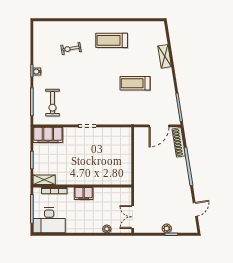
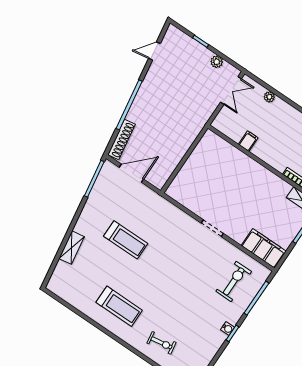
exercise bike: (71, 48) -> (161, 343), moved
filing cabinet: (84, 193) -> (248, 141), moved, width x0.50
plant: (167, 228) -> (217, 62), moved

